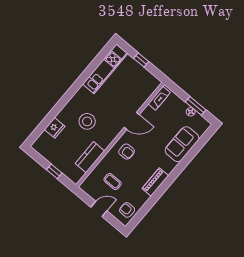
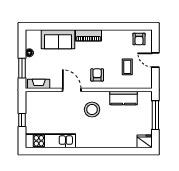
window: (196, 106) -> (22, 68), moved
stool: (87, 121) -> (92, 110), moved
fridge: (55, 128) -> (145, 141), moved
window: (54, 171) -> (155, 115), width x2.17
piano: (155, 182) -> (88, 35), moved

